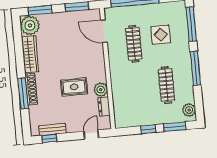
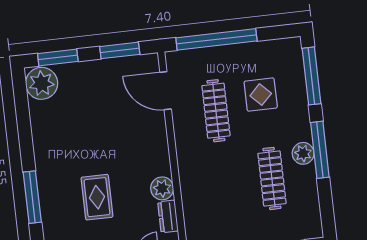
wardrobe: (30, 54) -> (43, 132), removed
rug: (74, 87) -> (97, 197), moved, turned 90
shoe rack: (31, 89) -> (46, 190), removed
plant: (189, 110) -> (303, 153), moved

